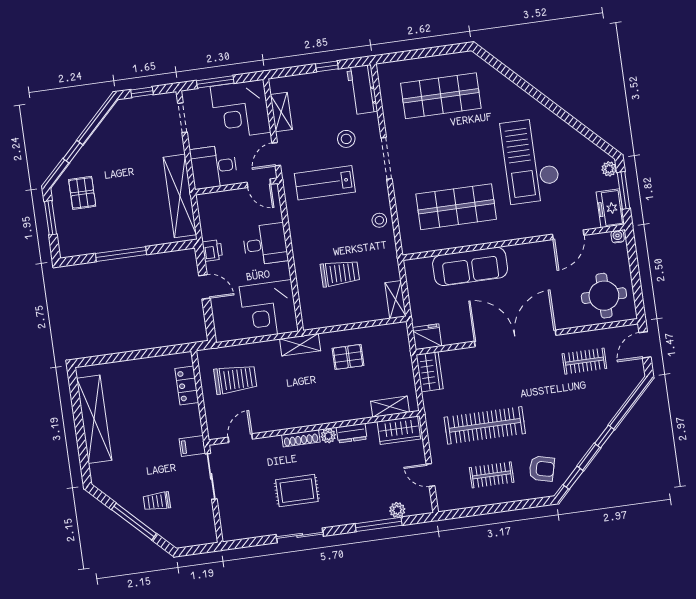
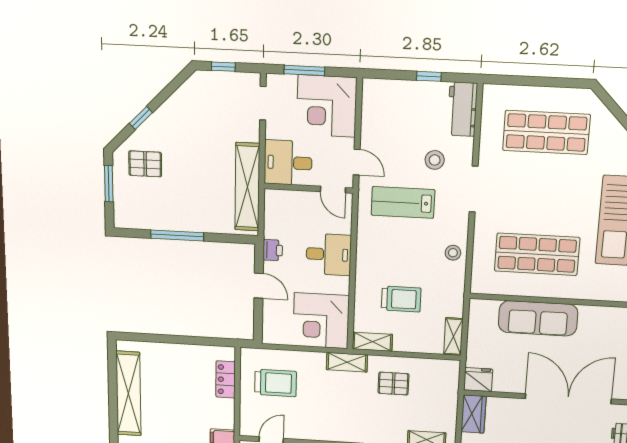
shelving: (281, 112) -> (372, 342), moved, turned 90
door: (276, 154) -> (357, 162), swing flipped
pallet: (82, 193) -> (145, 164), turned 90

